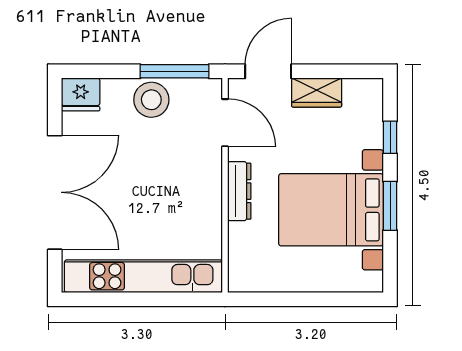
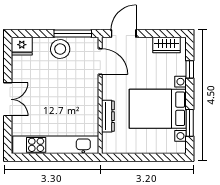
wardrobe: (317, 92) -> (167, 45), moved
dresser: (239, 191) -> (108, 116), moved
double door: (55, 192) -> (8, 99), width x0.54
window: (390, 206) -> (190, 123), moved

